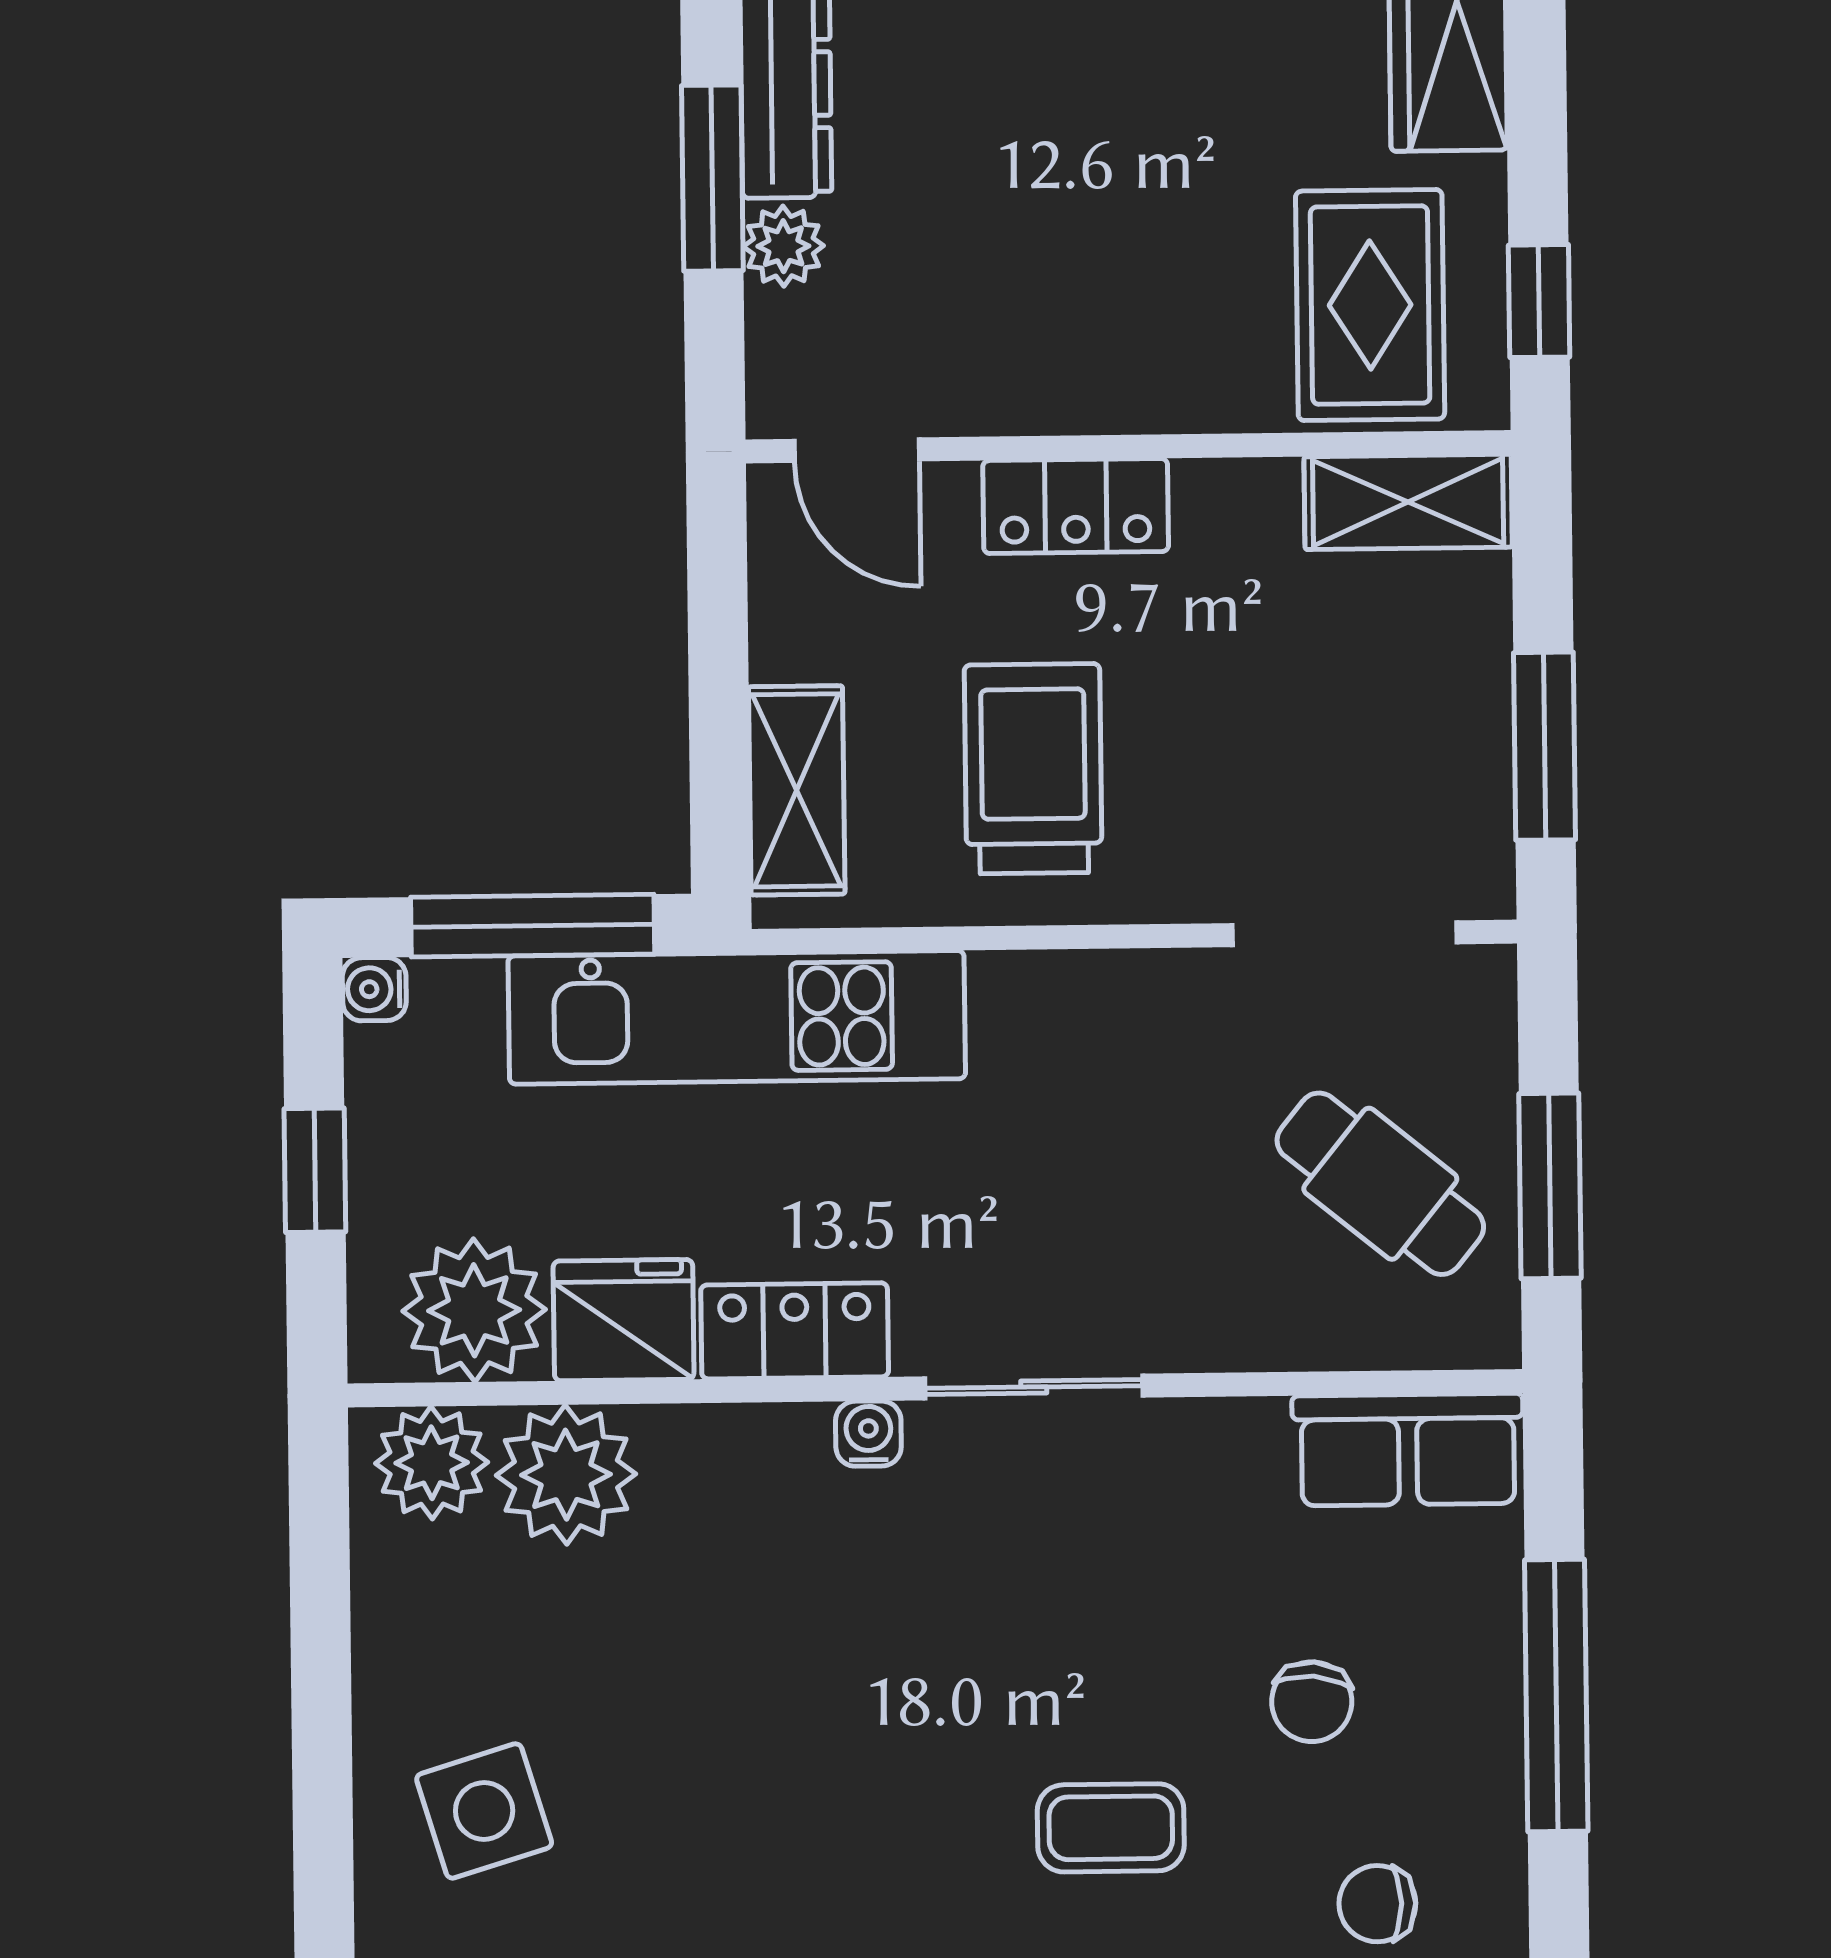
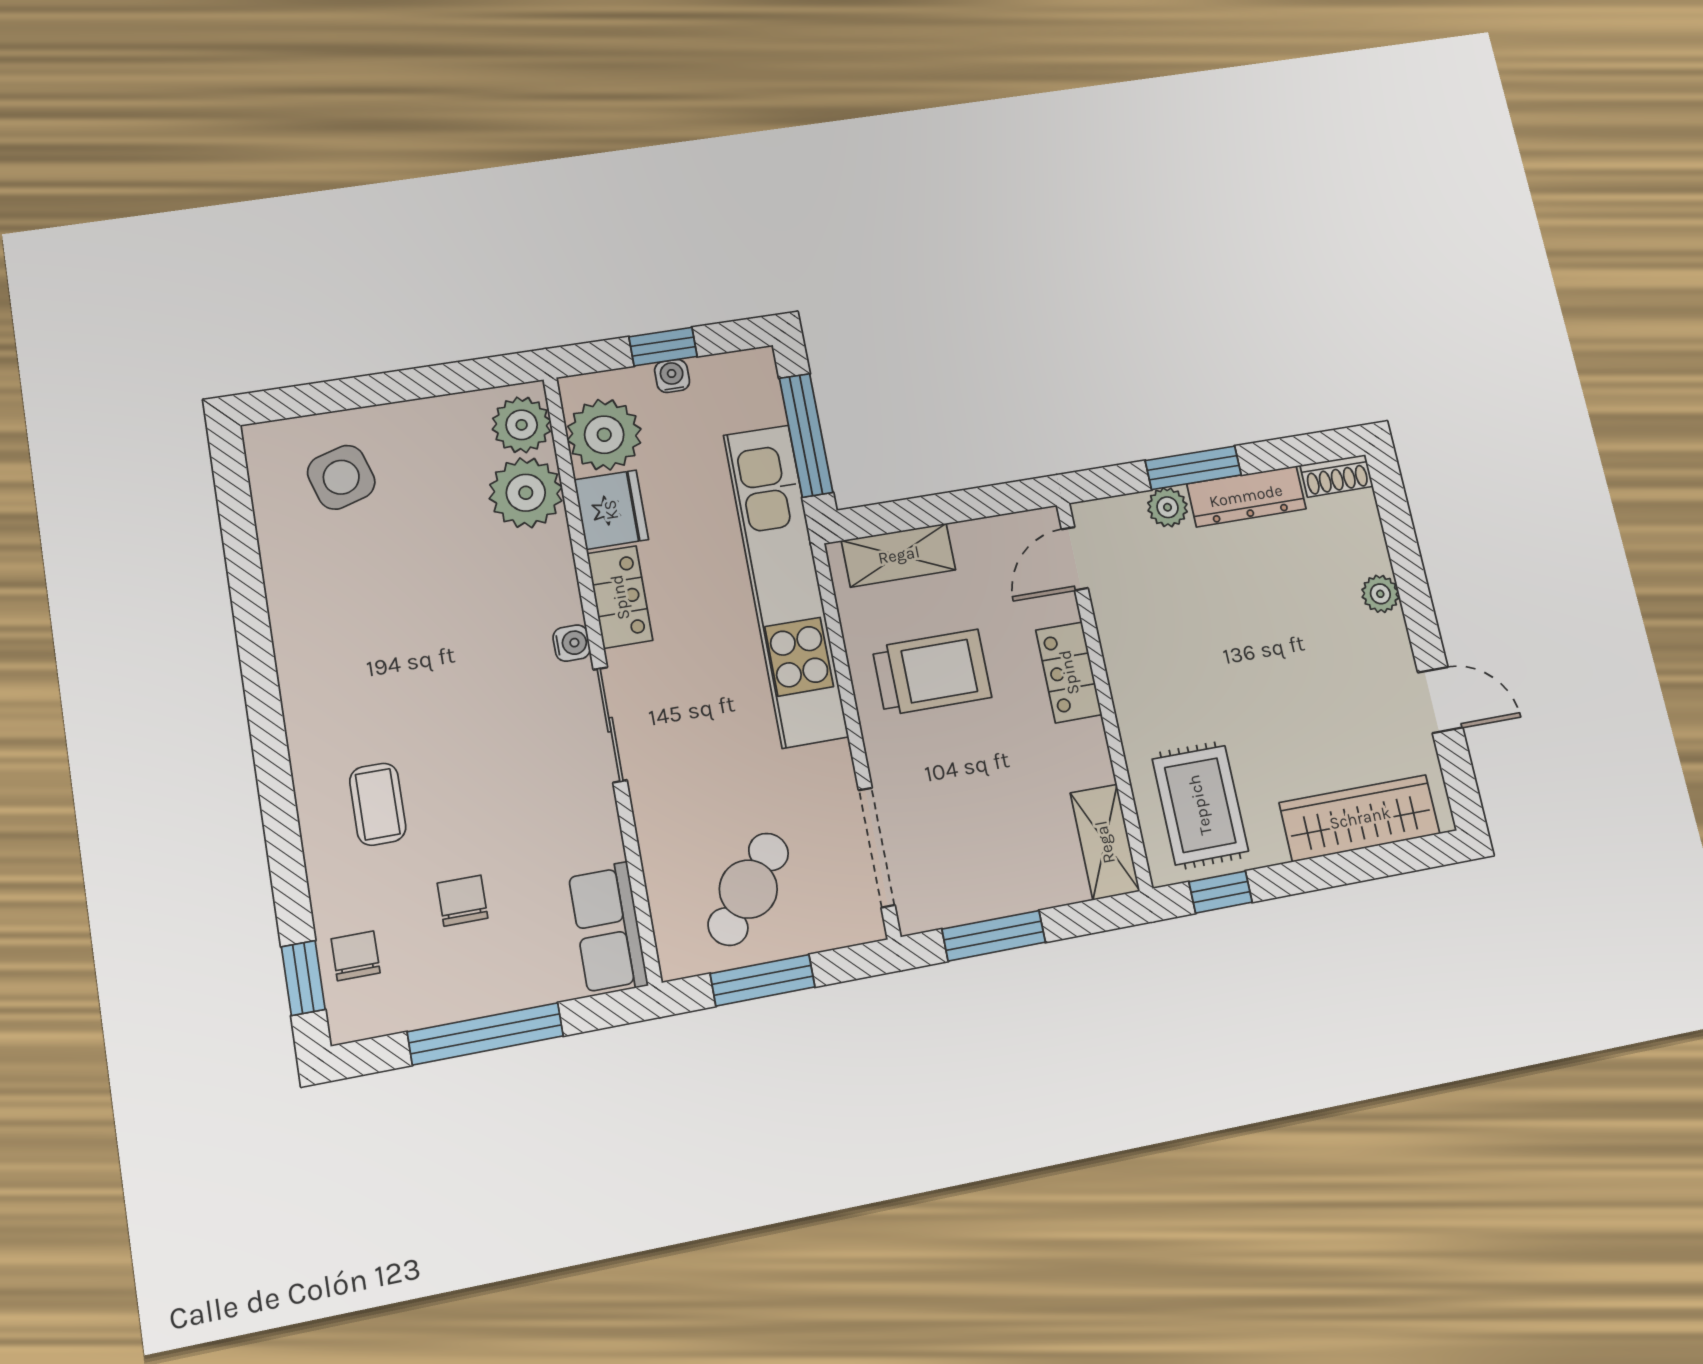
rug: (1370, 305) -> (1200, 805), turned 90
water cooler: (374, 989) -> (672, 376), moved
kitchen unit: (737, 1017) -> (785, 584), width x1.36
chair: (1312, 1702) -> (462, 901), turned 85

